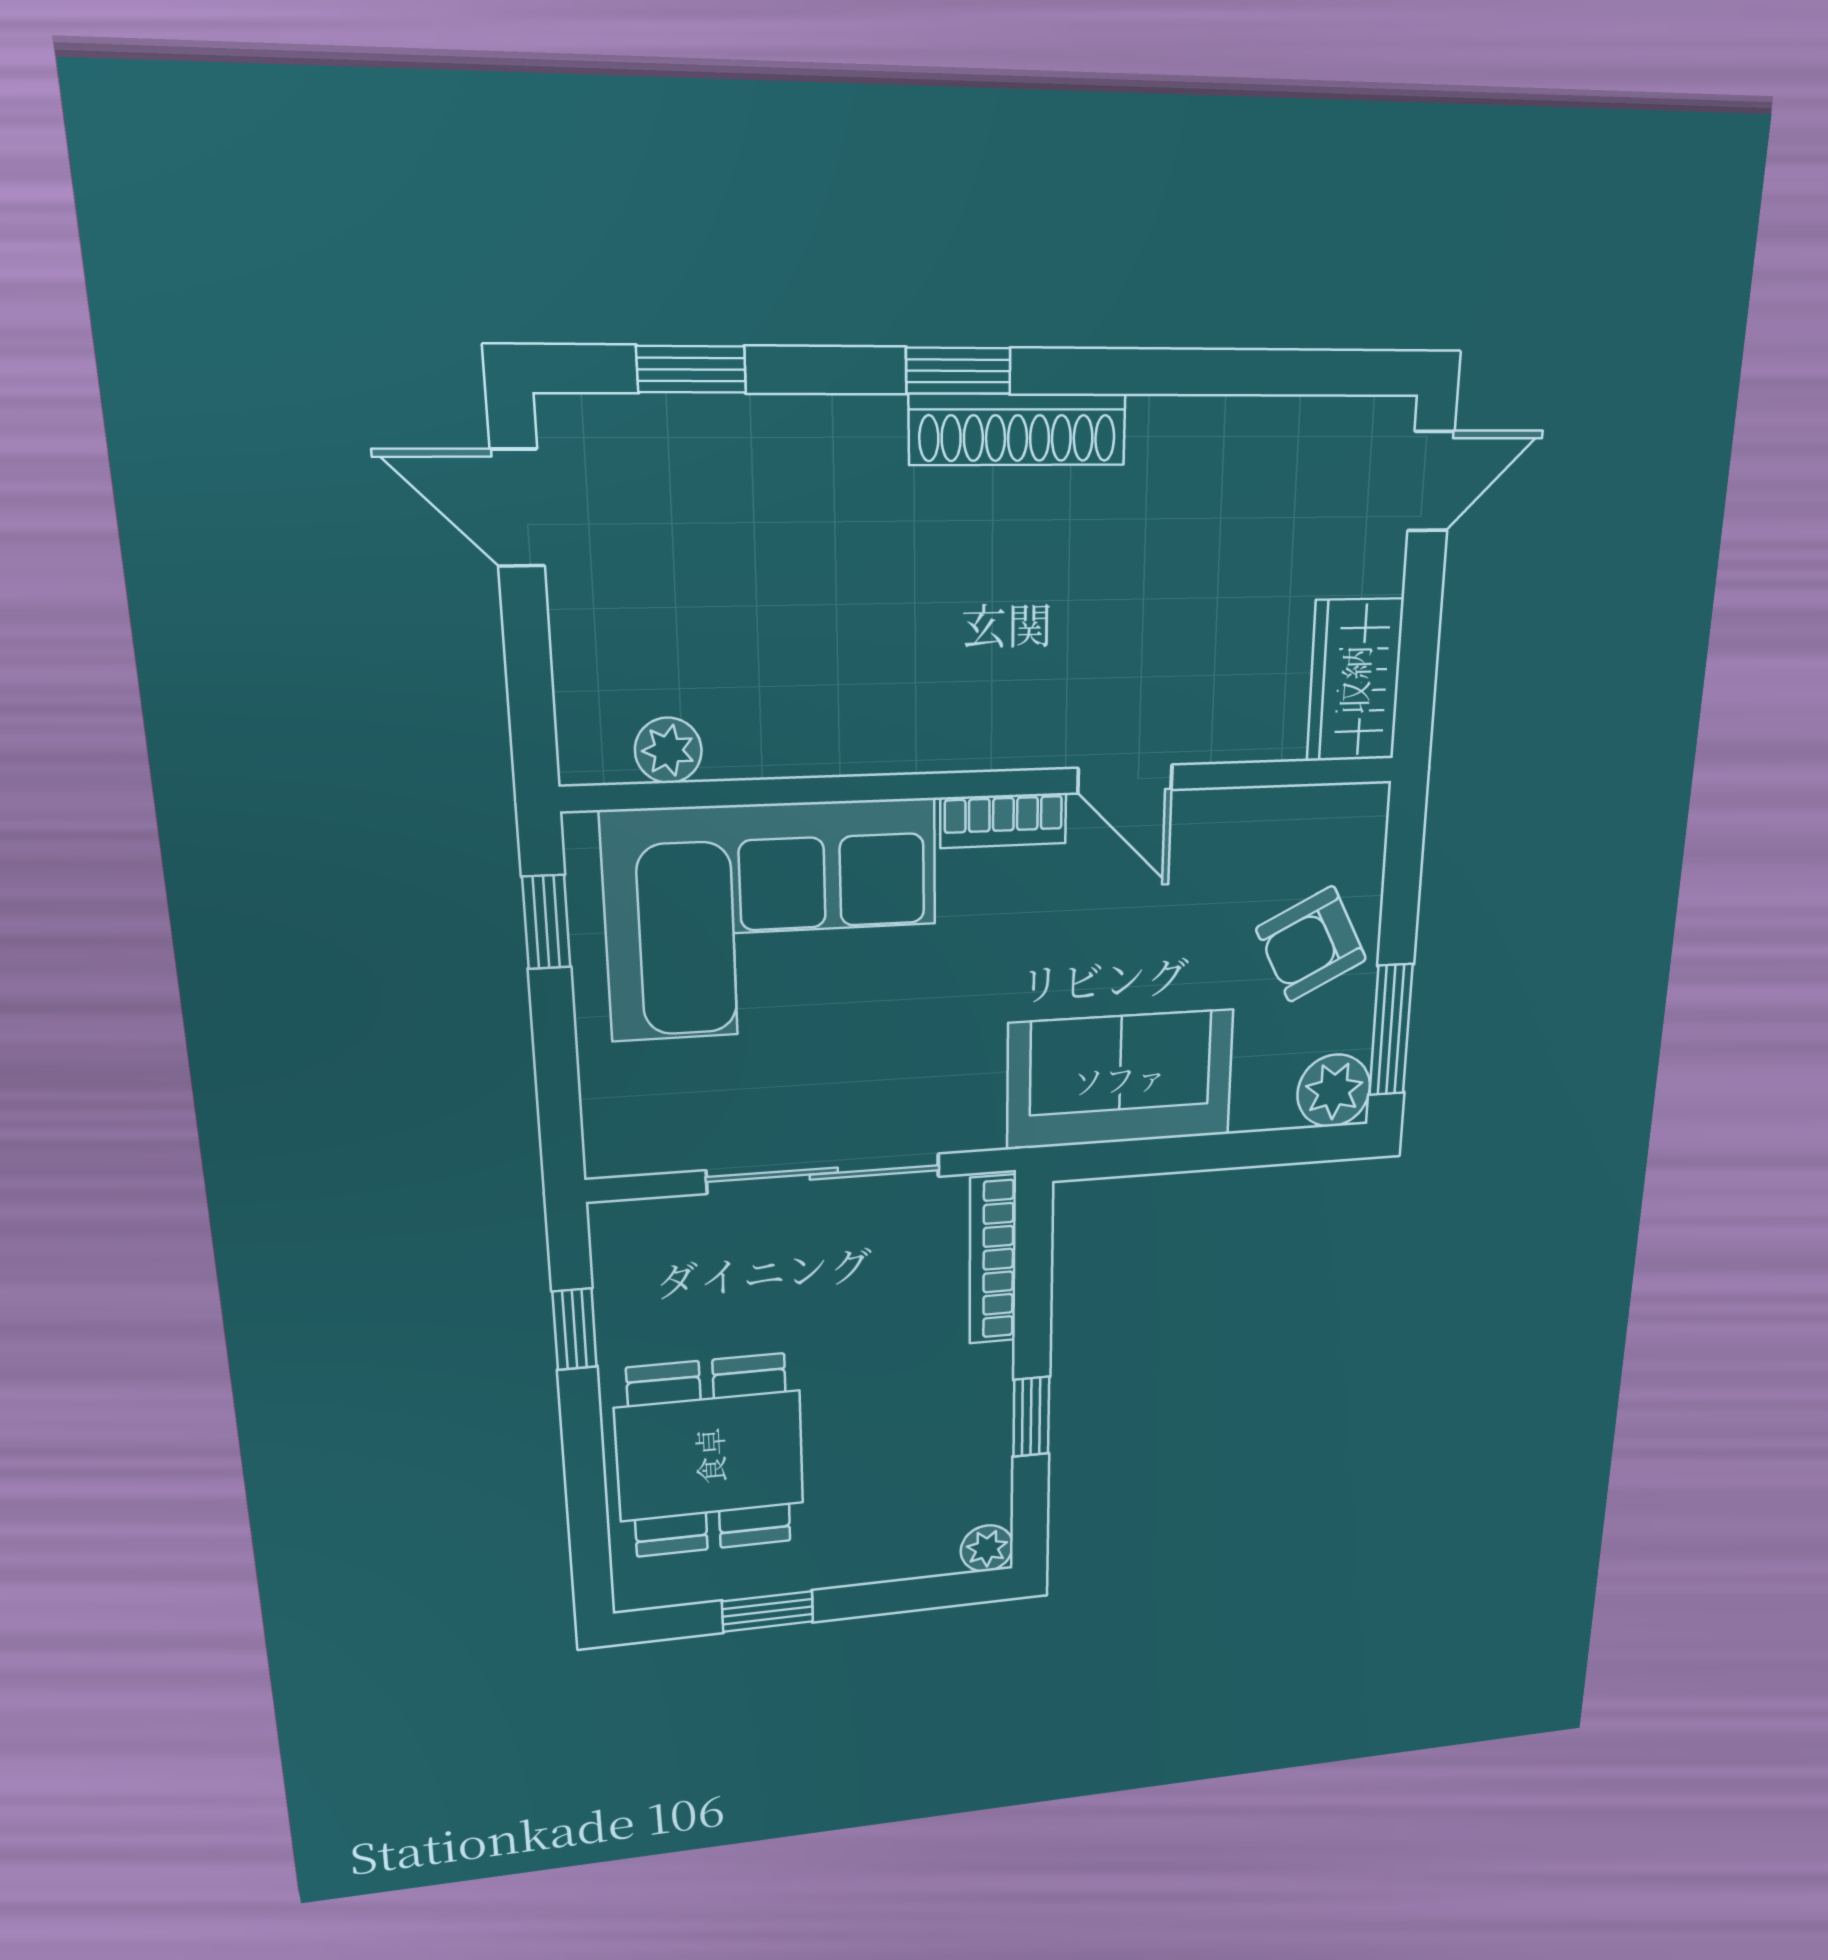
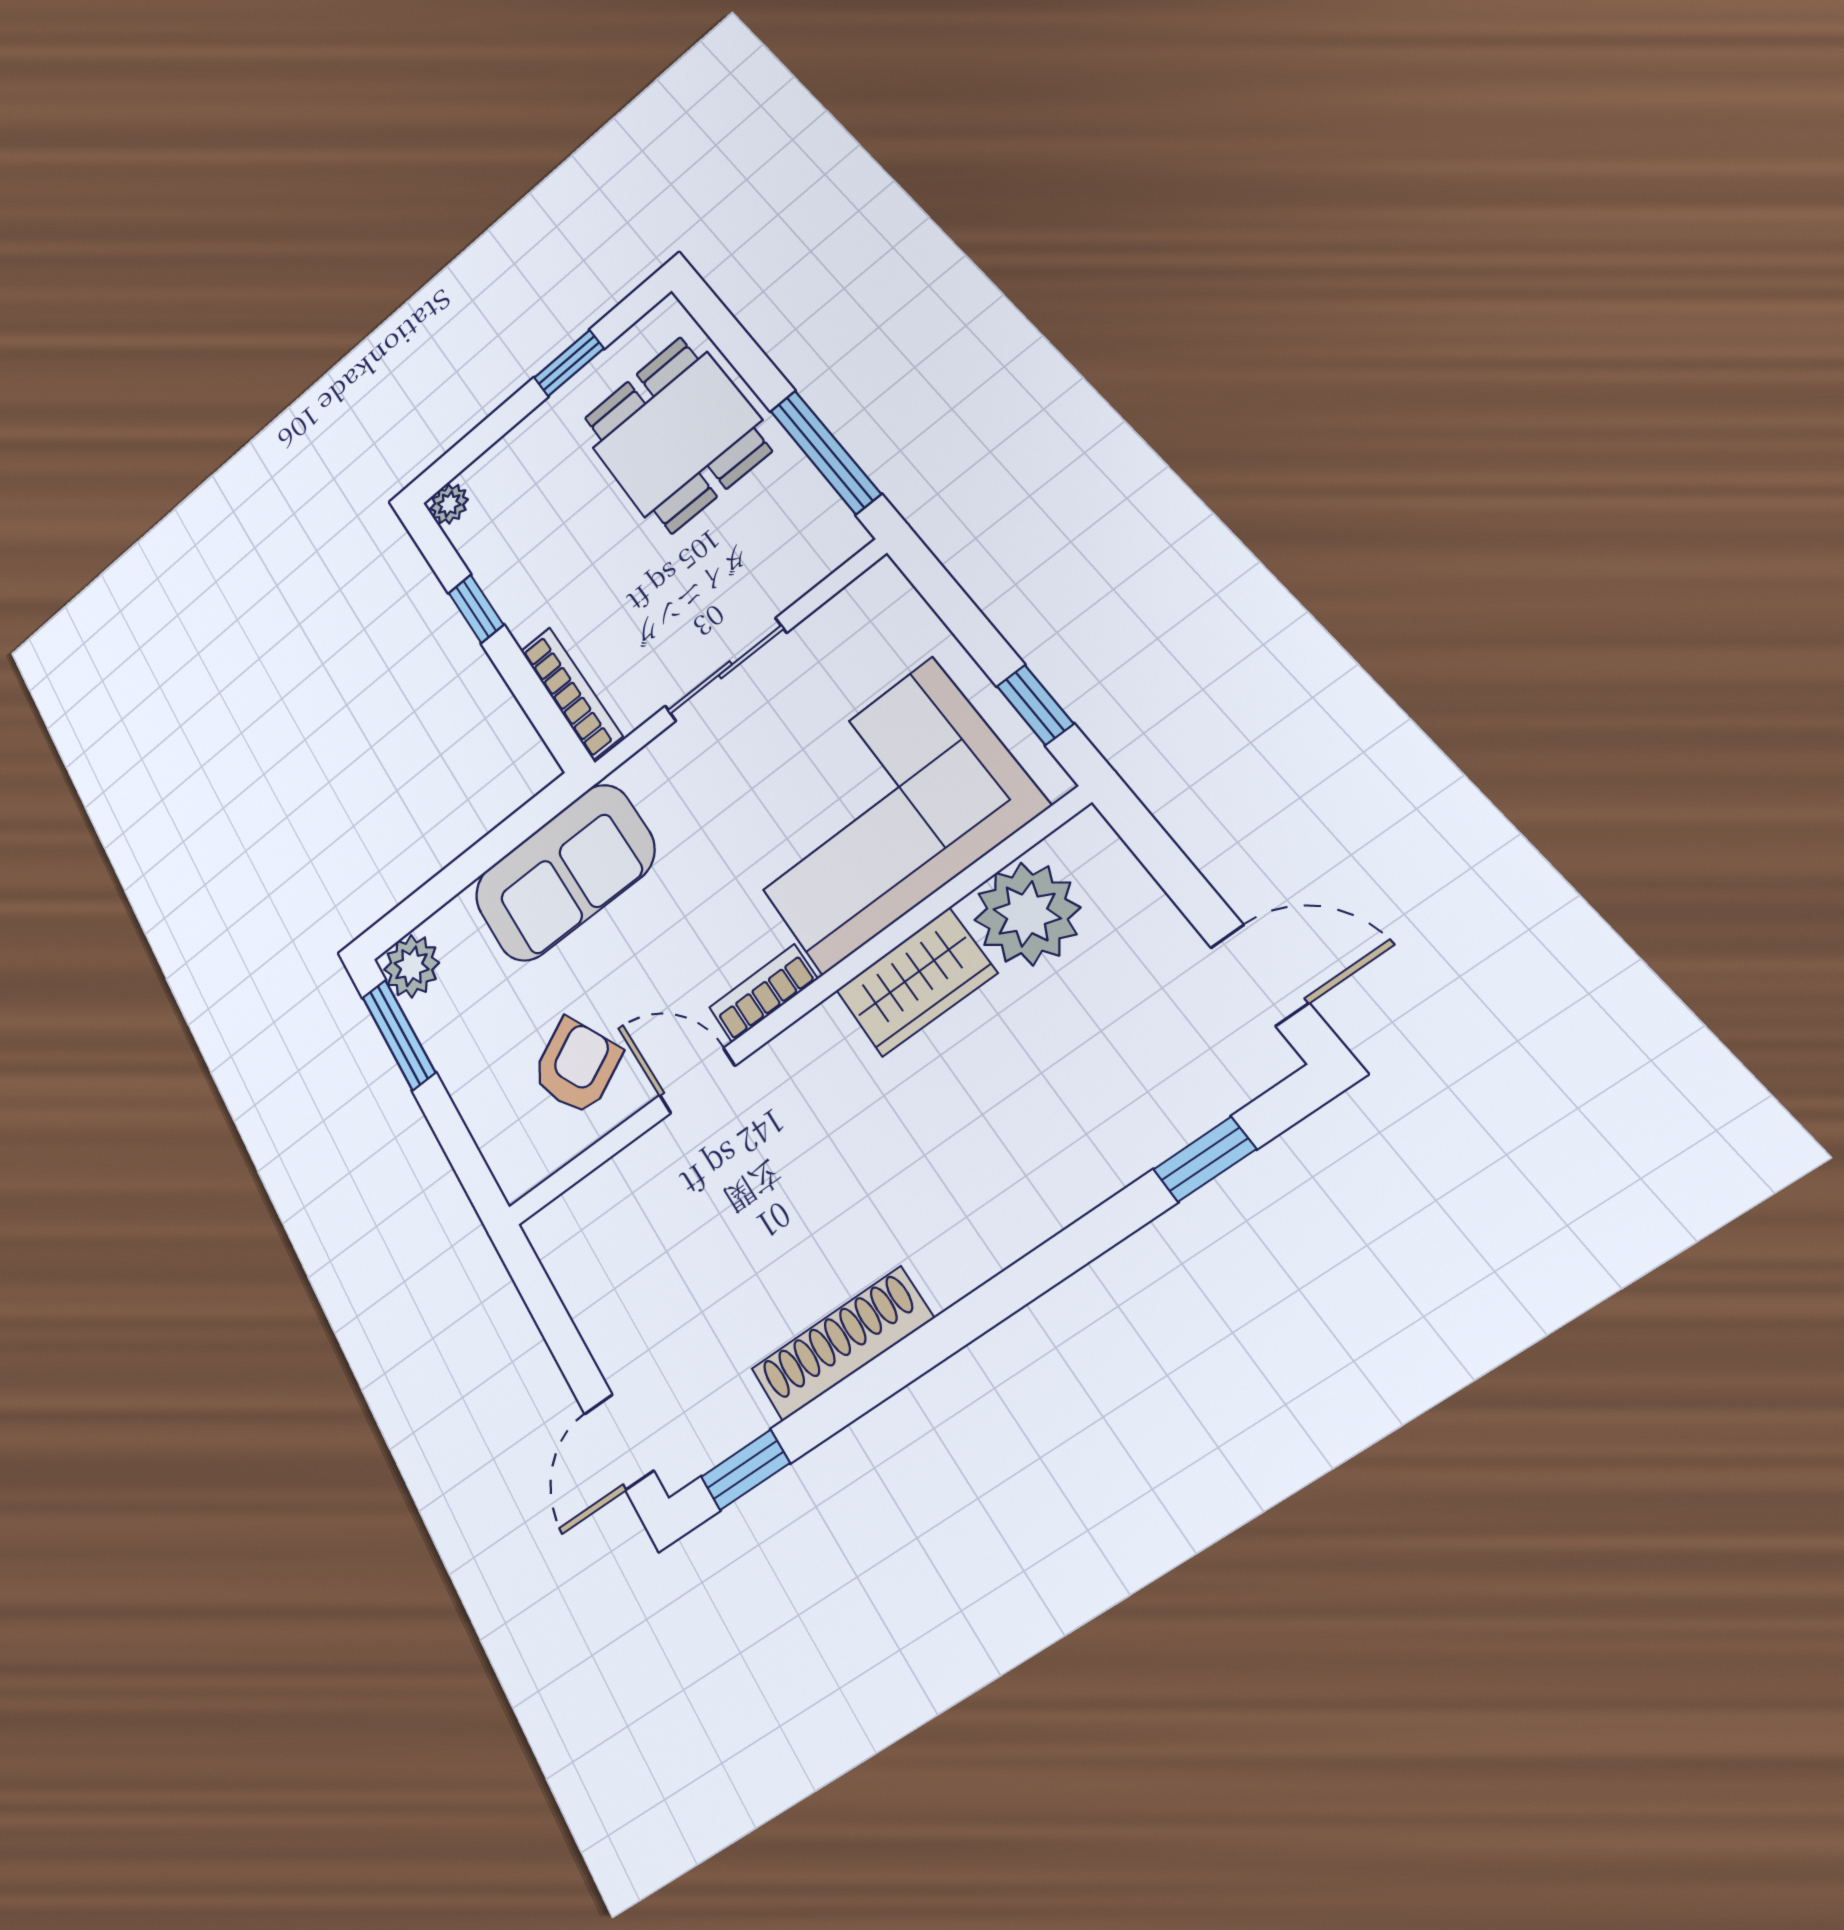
window: (958, 371) -> (745, 1470), moved
shoe rack: (1018, 429) -> (842, 1344), moved
wardrobe: (1355, 680) -> (916, 982), moved, turned 90
plant: (668, 750) -> (1027, 914), width x1.87, depth x1.87
armchair: (1311, 944) -> (576, 1066), moved
sliding door: (824, 1174) -> (725, 670), width x0.73
window: (575, 1329) -> (825, 452), width x2.17

